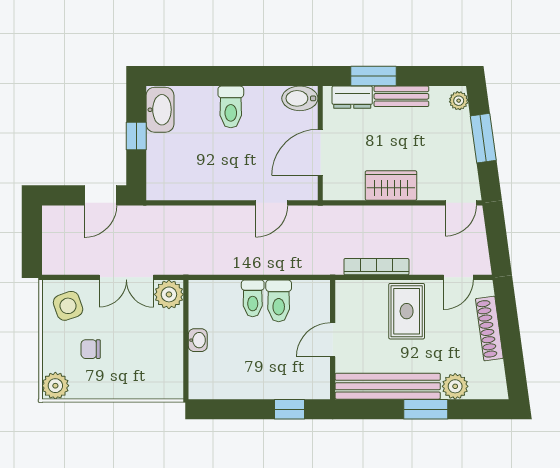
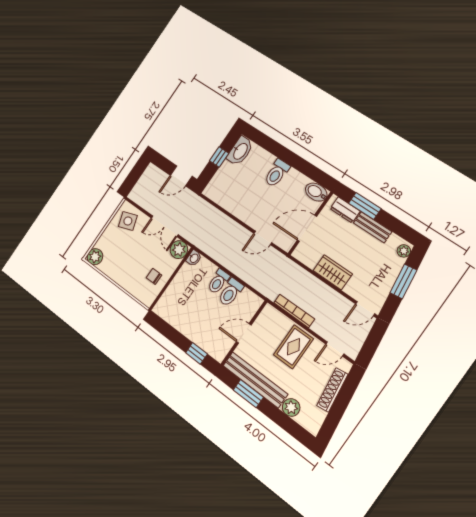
washbasin: (198, 340) -> (194, 258), moved
chair: (91, 349) -> (154, 276), moved
window: (426, 409) -> (248, 394), moved

